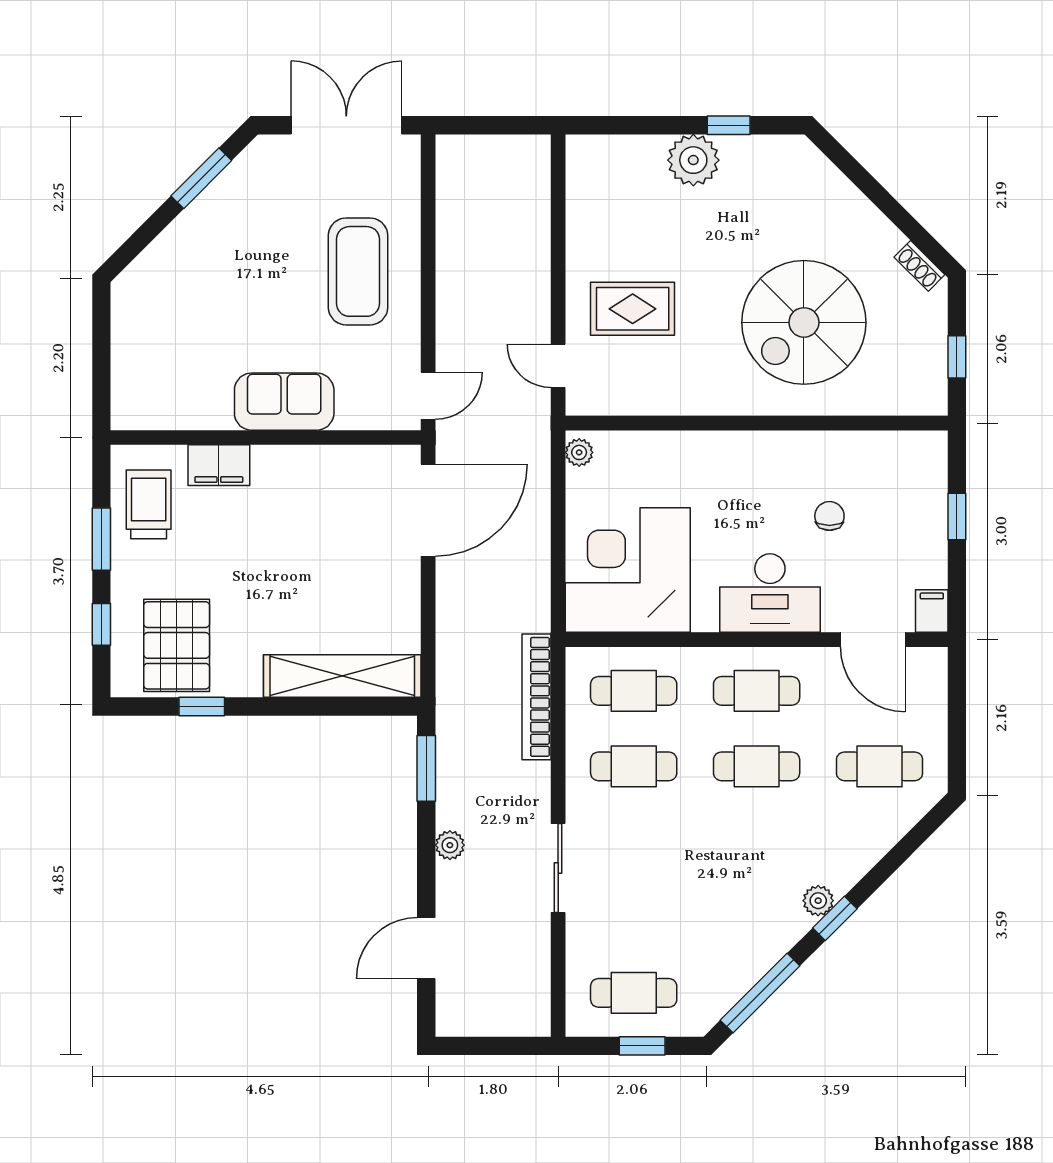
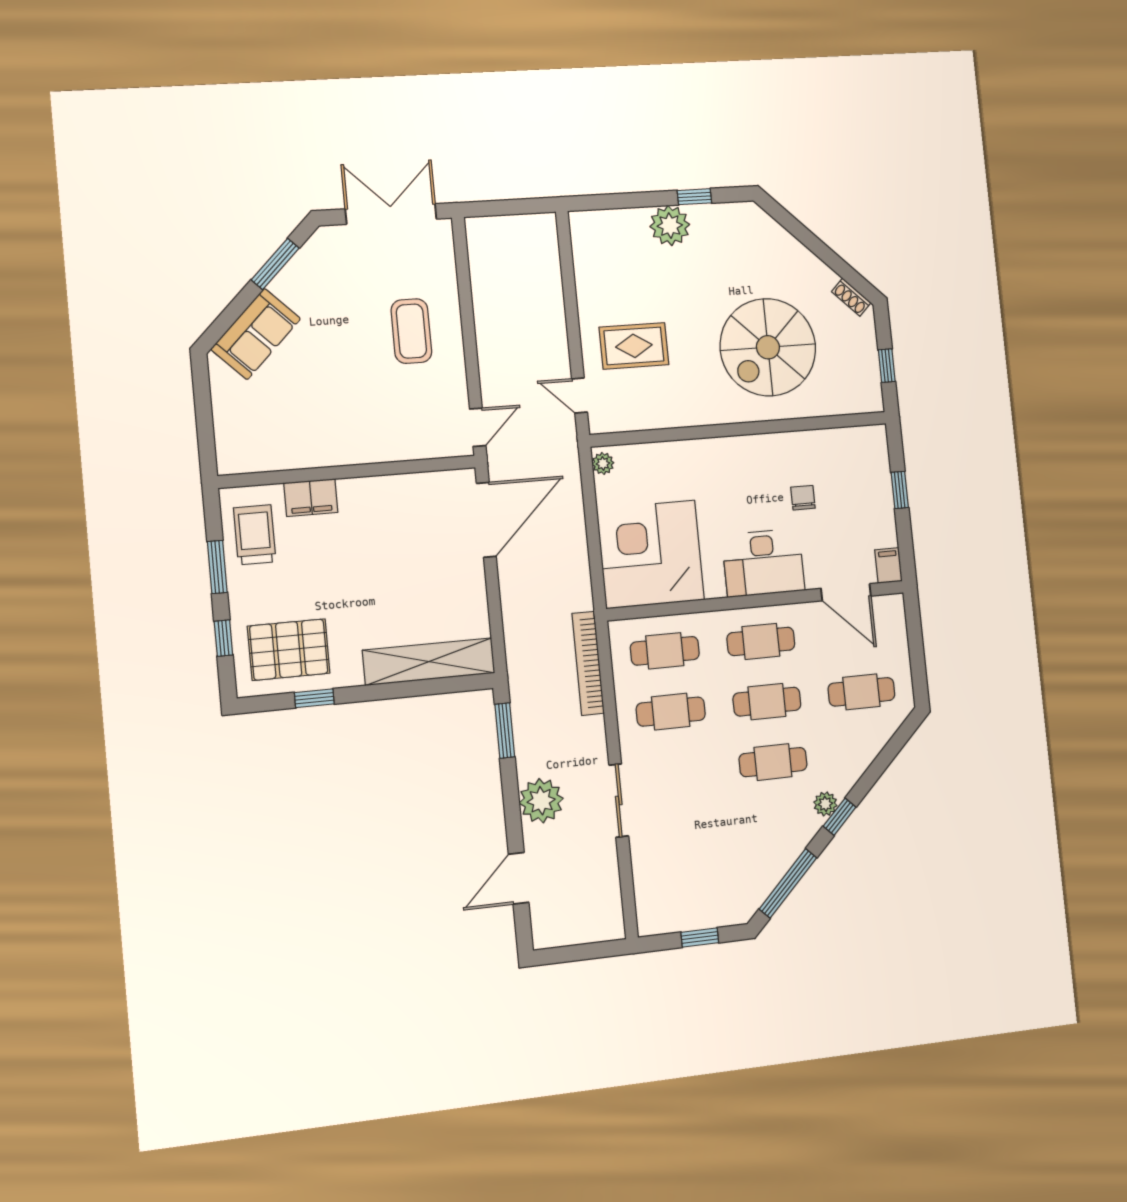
coffee table: (358, 271) -> (411, 331), width x0.73, depth x0.76
sofa: (284, 402) -> (256, 334), moved, turned 135
pallet: (177, 645) -> (289, 650), turned 90
plant: (450, 845) -> (541, 801), width x1.88, depth x1.88
cafe table: (634, 993) -> (773, 762), moved

